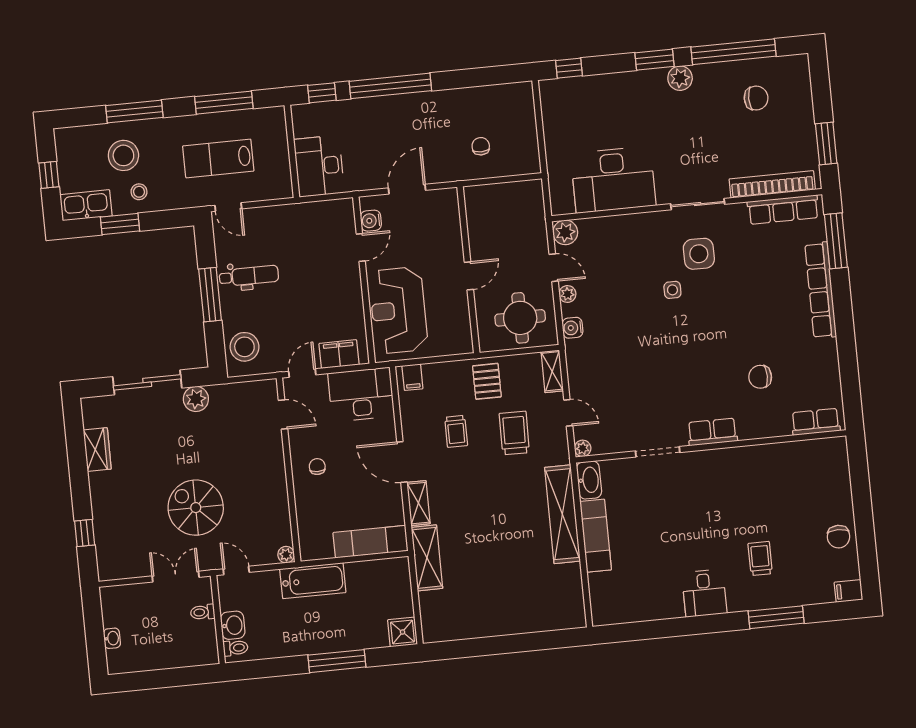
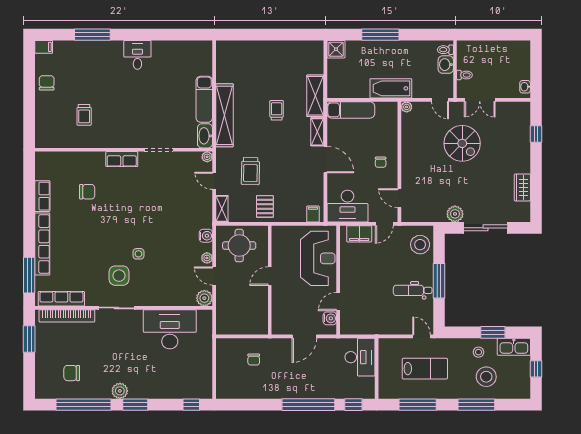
row of seats: (816, 422) -> (42, 196), moved, turned -90
trolley: (456, 431) -> (277, 110), moved
trolley: (760, 559) -> (84, 115), moved
washbasin: (112, 638) -> (525, 87), moved

